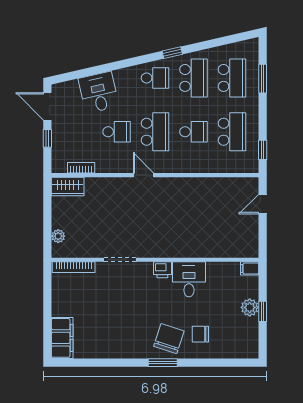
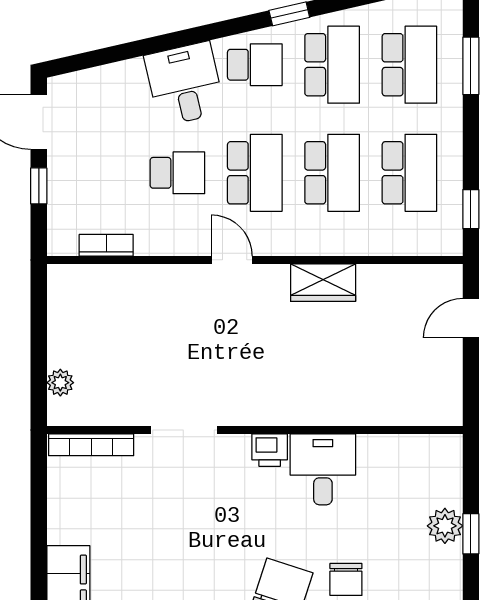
desk: (99, 92) -> (185, 84), moved
school desk: (194, 132) -> (332, 173), width x1.85
wardrobe: (68, 186) -> (323, 283), moved
filing cabinet: (250, 268) -> (445, 447), removed
chair: (200, 334) -> (346, 579), turned -90

